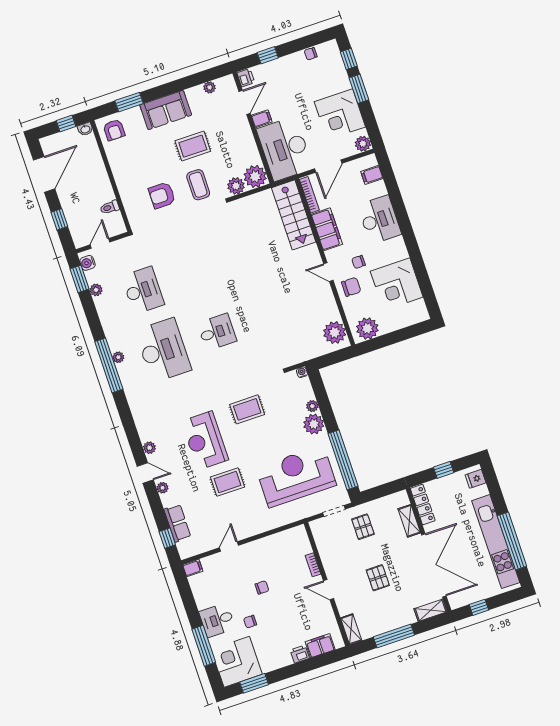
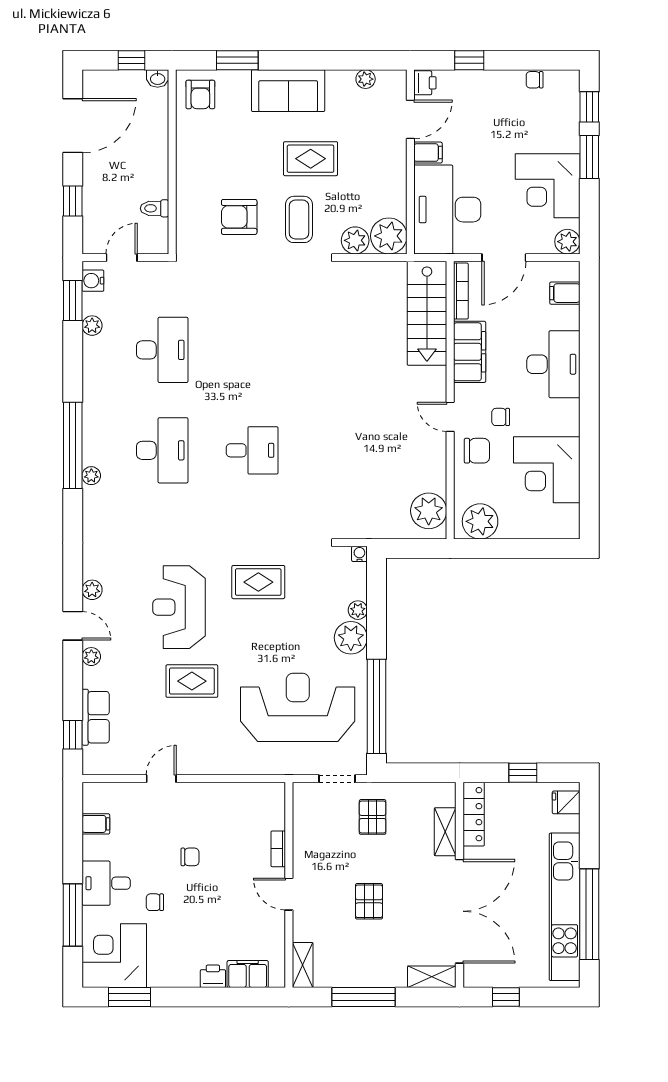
desk: (163, 350) -> (162, 450), width x0.73, depth x0.77
plant: (118, 357) -> (91, 476), moved
filing cabinet: (193, 568) -> (96, 824), moved

